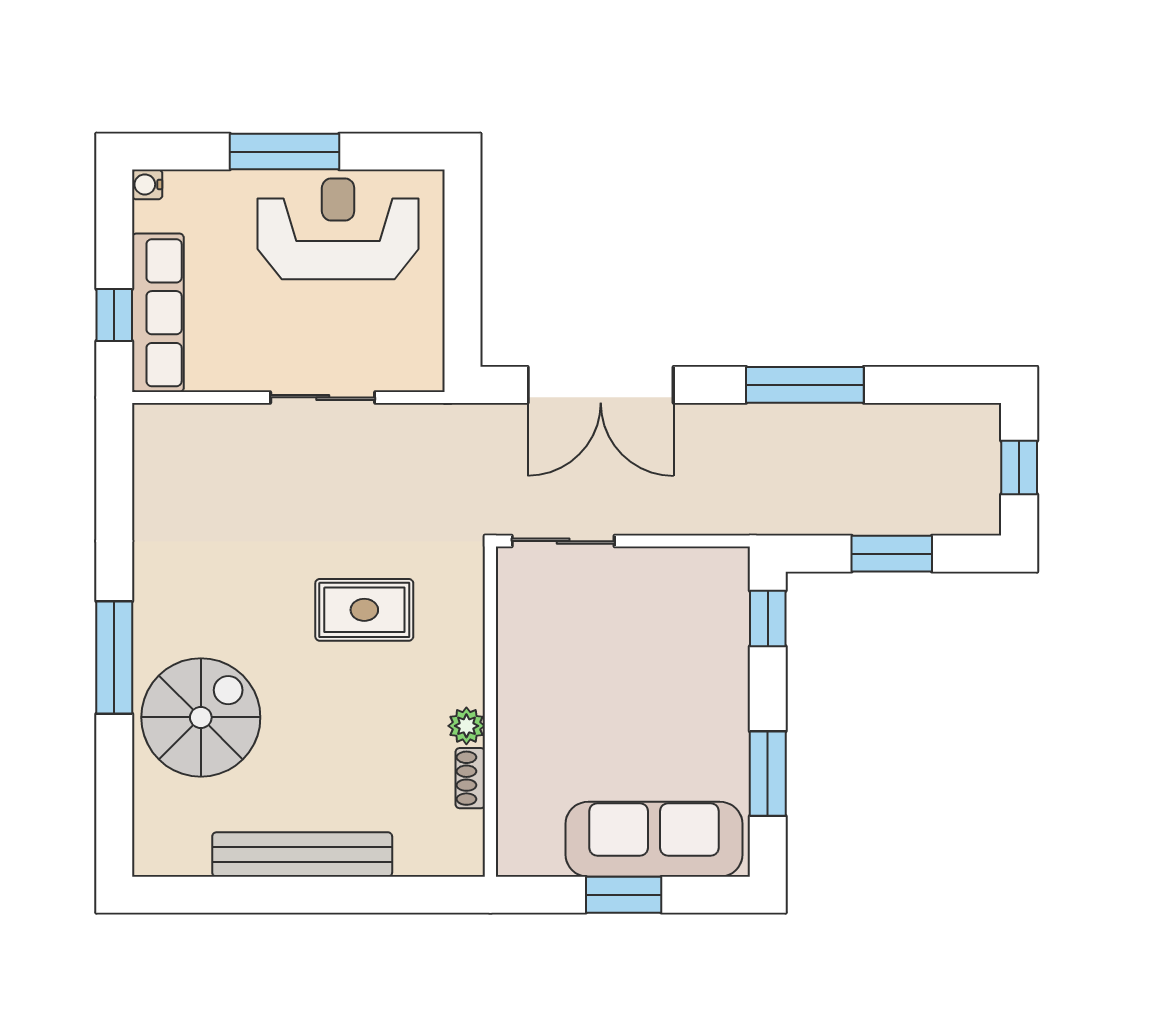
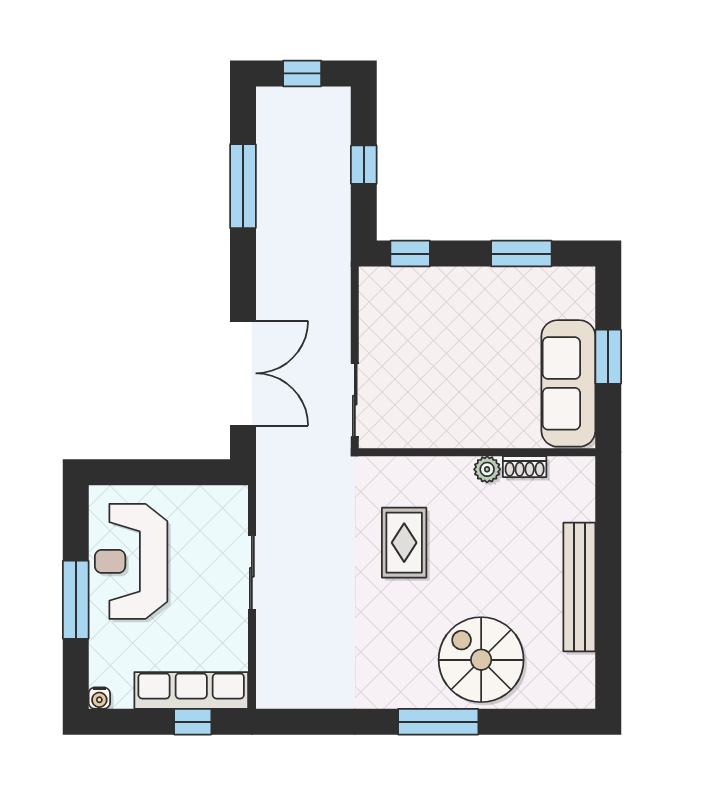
window: (805, 385) -> (243, 186), moved
window: (892, 554) -> (364, 165), width x0.67
sofa: (654, 839) -> (568, 383), moved

